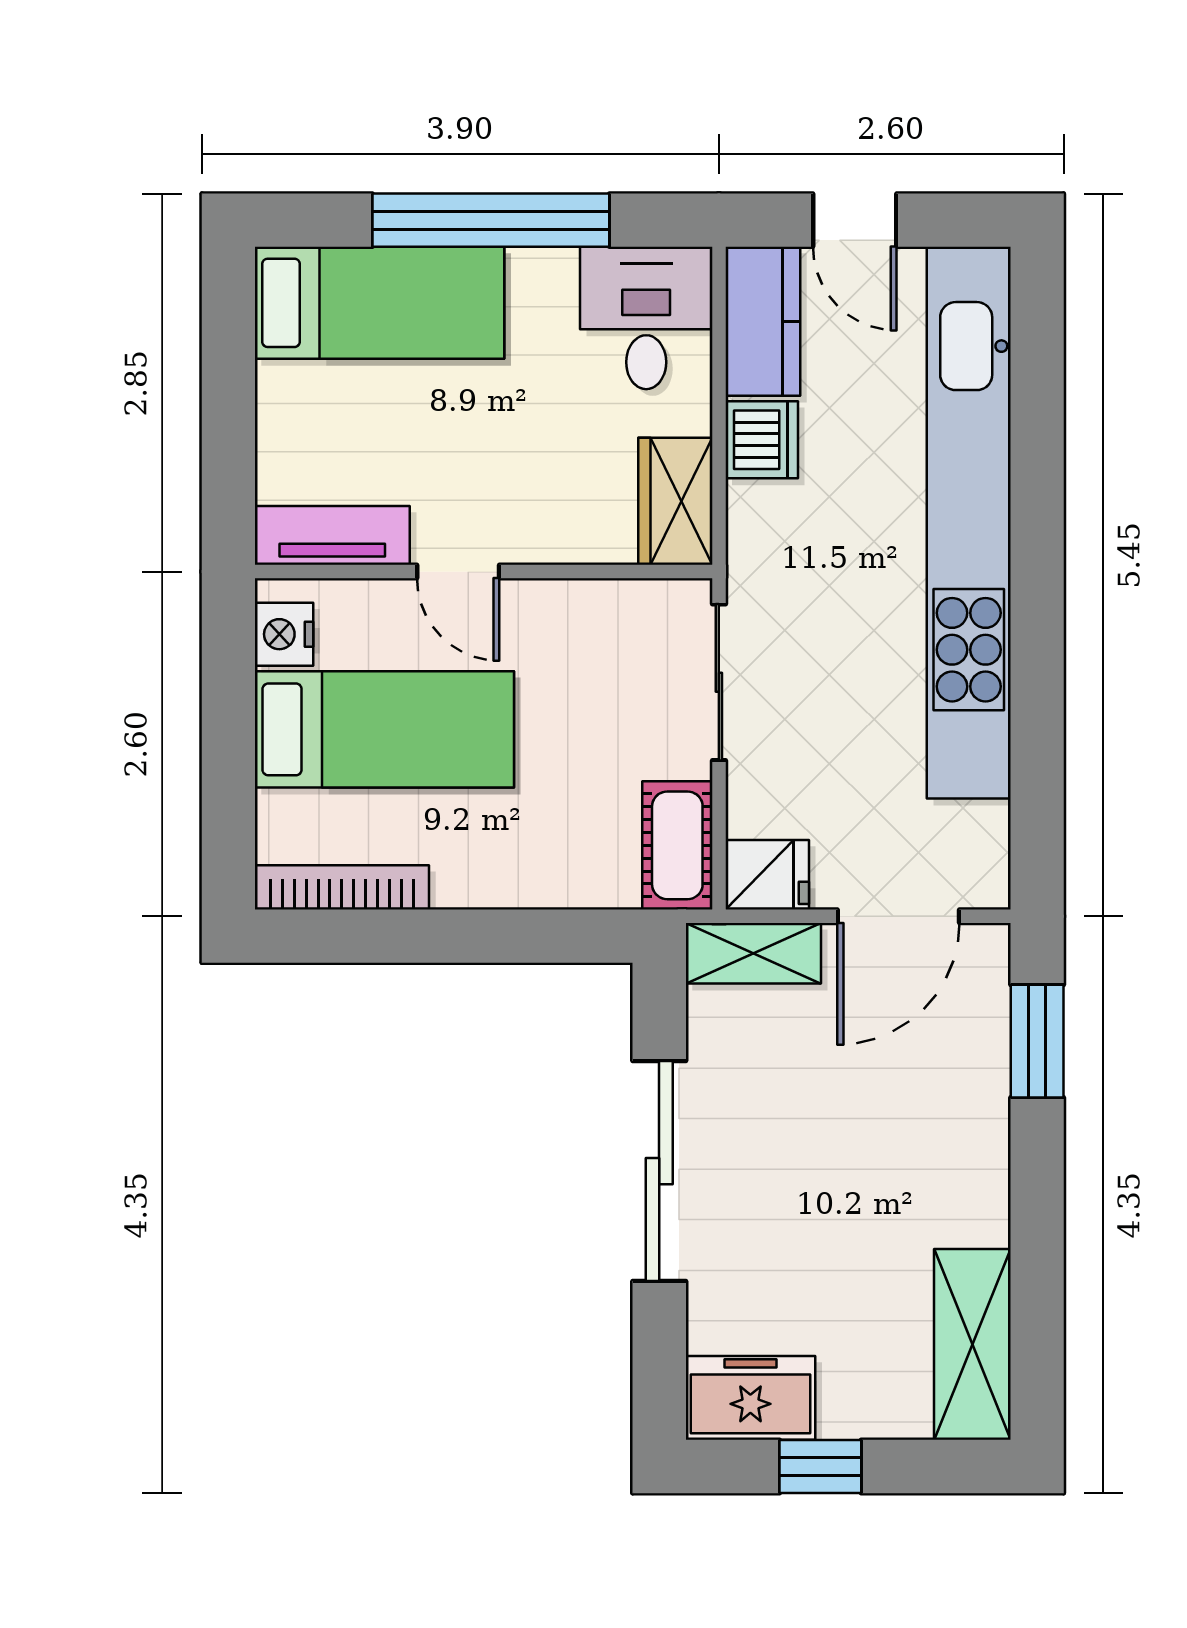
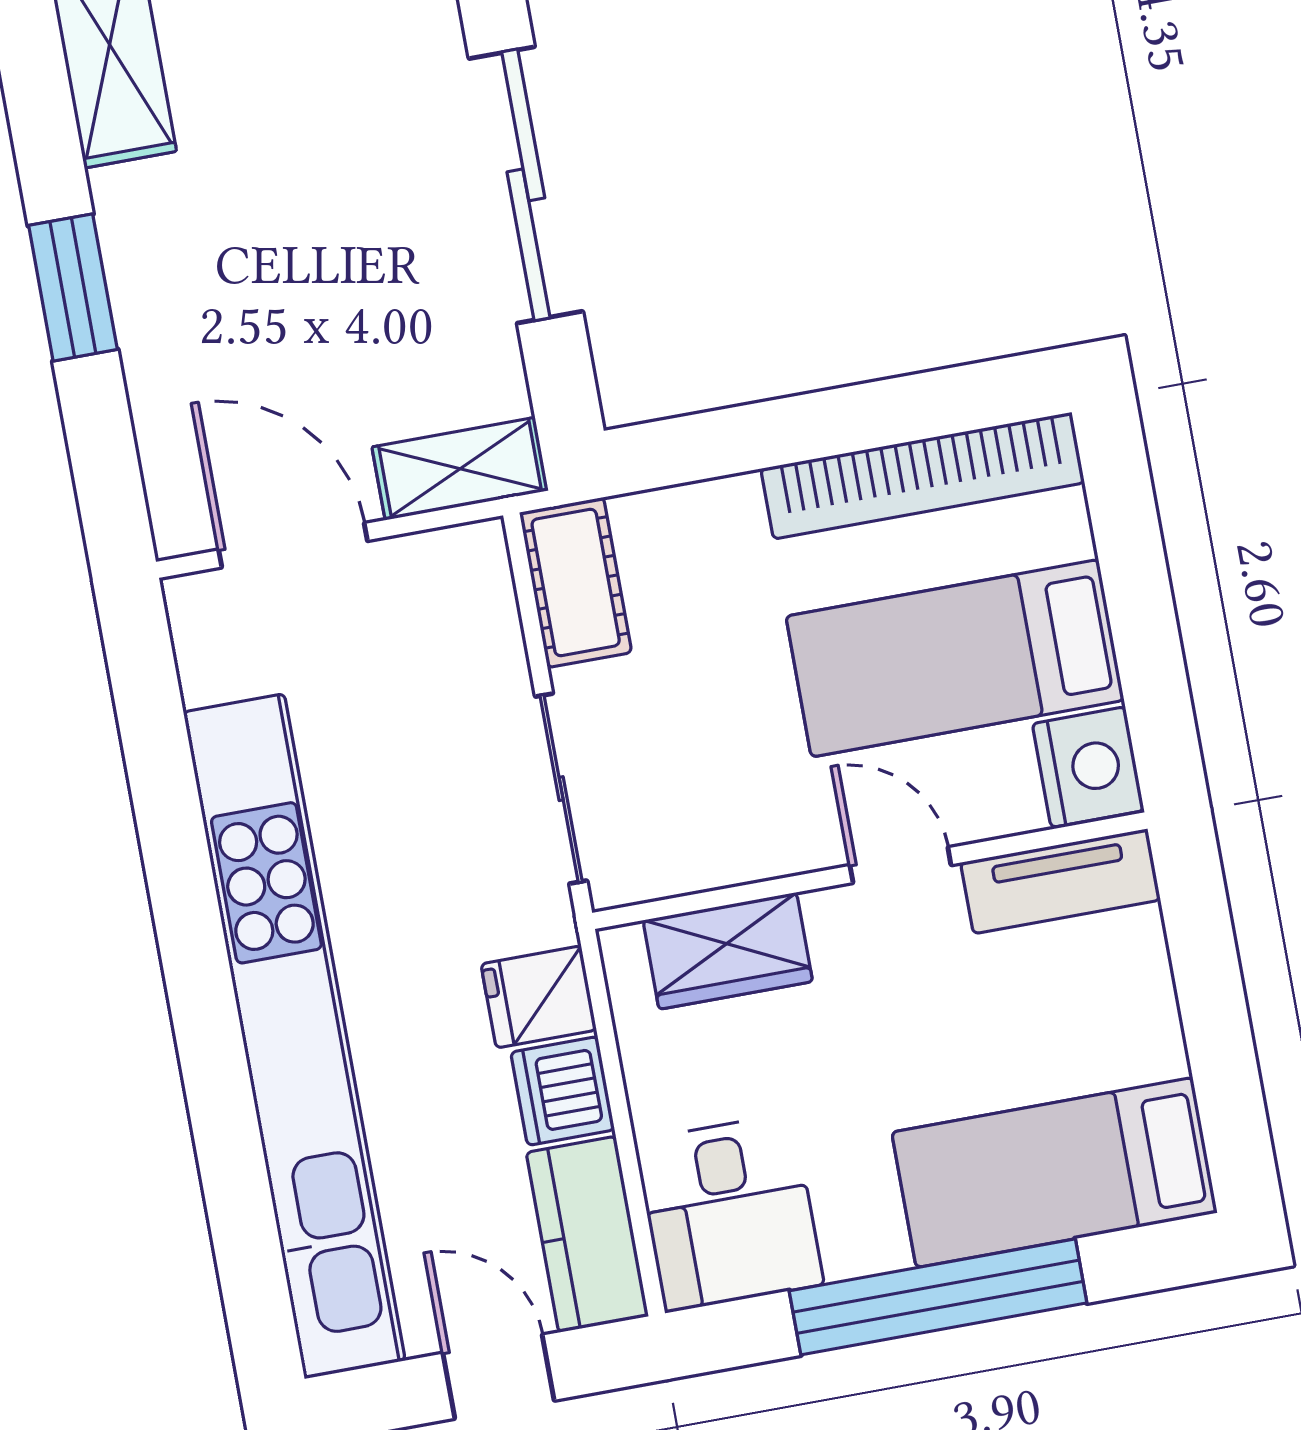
wardrobe: (675, 501) -> (728, 951), moved, turned 90
nightstand: (284, 634) -> (1088, 767), width x1.36, depth x1.33
fridge: (767, 875) -> (539, 997), moved
bookcase: (342, 887) -> (923, 476), width x1.48, depth x1.31
door: (898, 916) -> (293, 545), hinge flipped
window: (1037, 1041) -> (73, 287), moved

